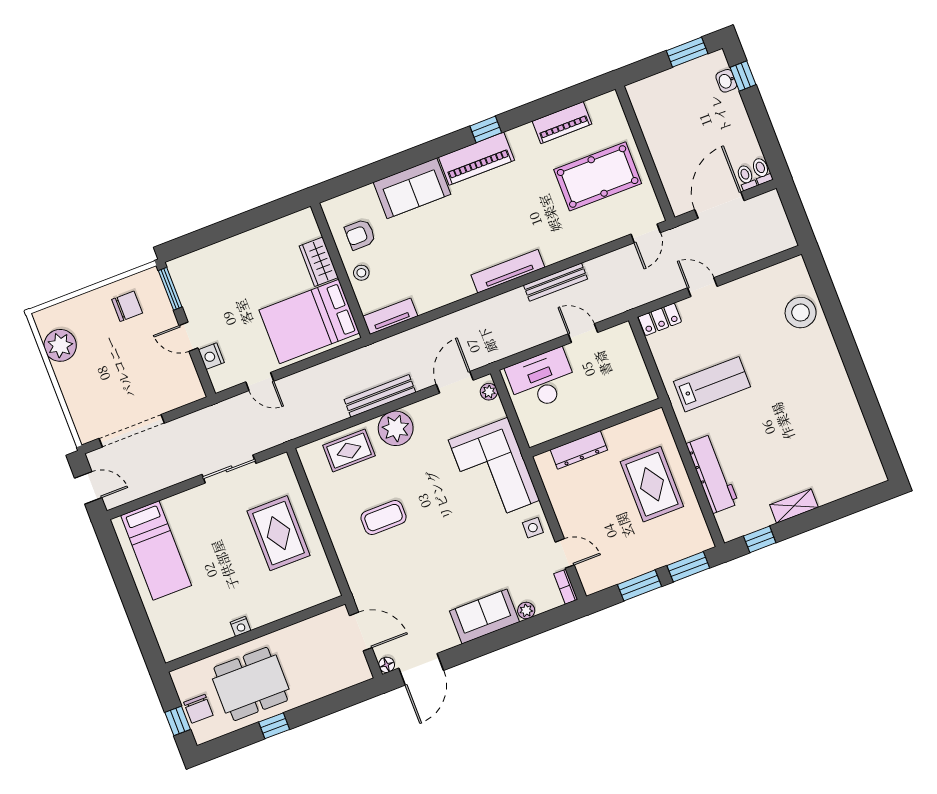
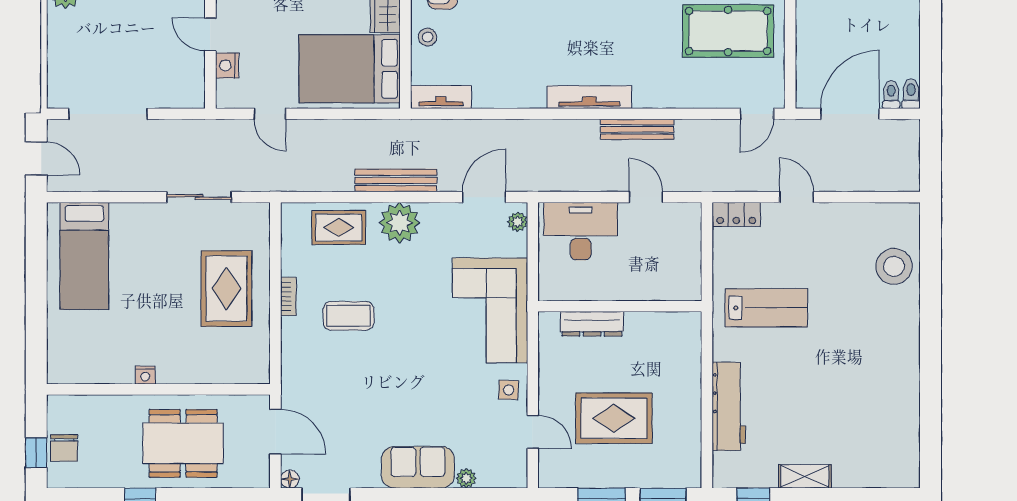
rug: (652, 484) -> (614, 418), moved, turned 90
bookcase: (566, 587) -> (288, 296), moved, turned 180
dining table: (251, 684) -> (183, 443), moved

